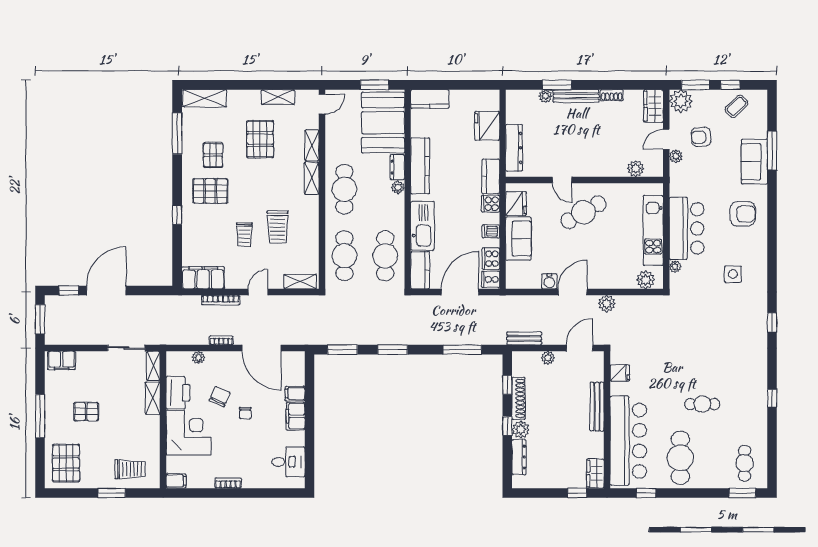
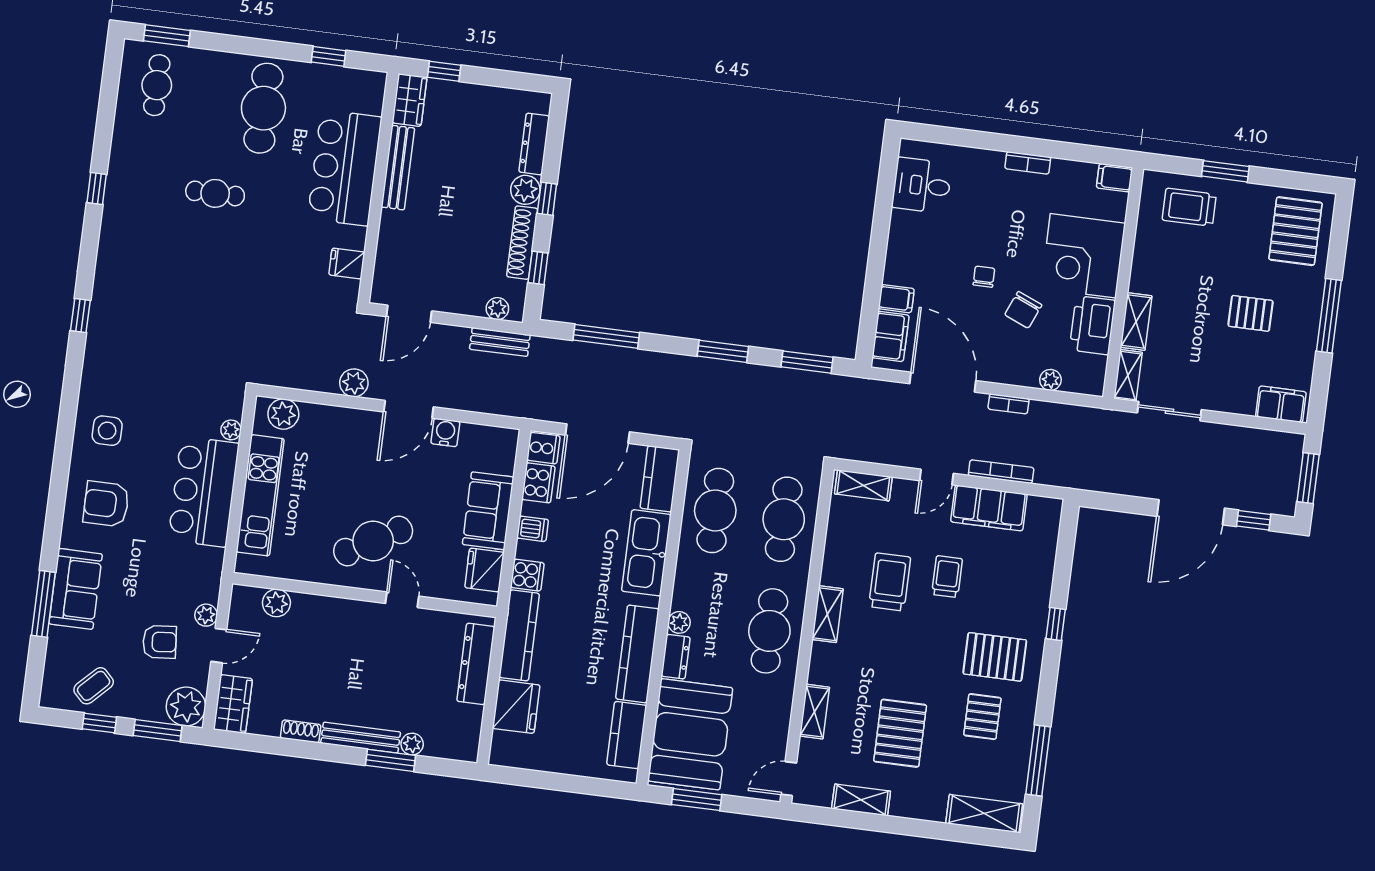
kitchen counter: (430, 99) -> (627, 735), moved, turned -90
kitchen counter: (491, 177) -> (519, 635), width x1.50
shelving: (312, 178) -> (828, 614), moved
side table: (733, 274) -> (107, 431), moved
filing cabinet: (203, 278) -> (989, 508), moved
plant: (548, 358) -> (497, 309), moved
bench: (597, 407) -> (398, 168), moved
filing cabinet: (296, 416) -> (891, 336), moved
bar counter: (628, 441) -> (345, 168), width x0.73

